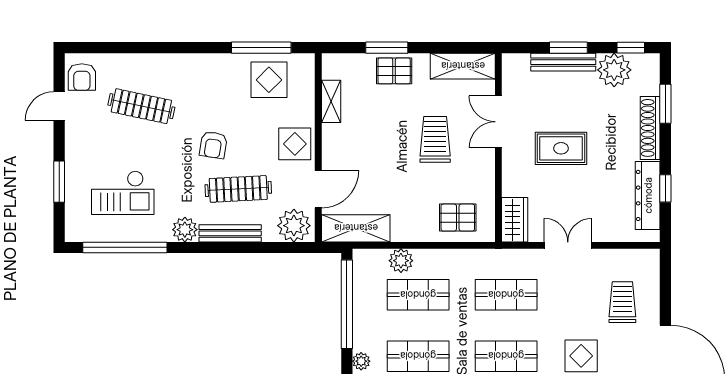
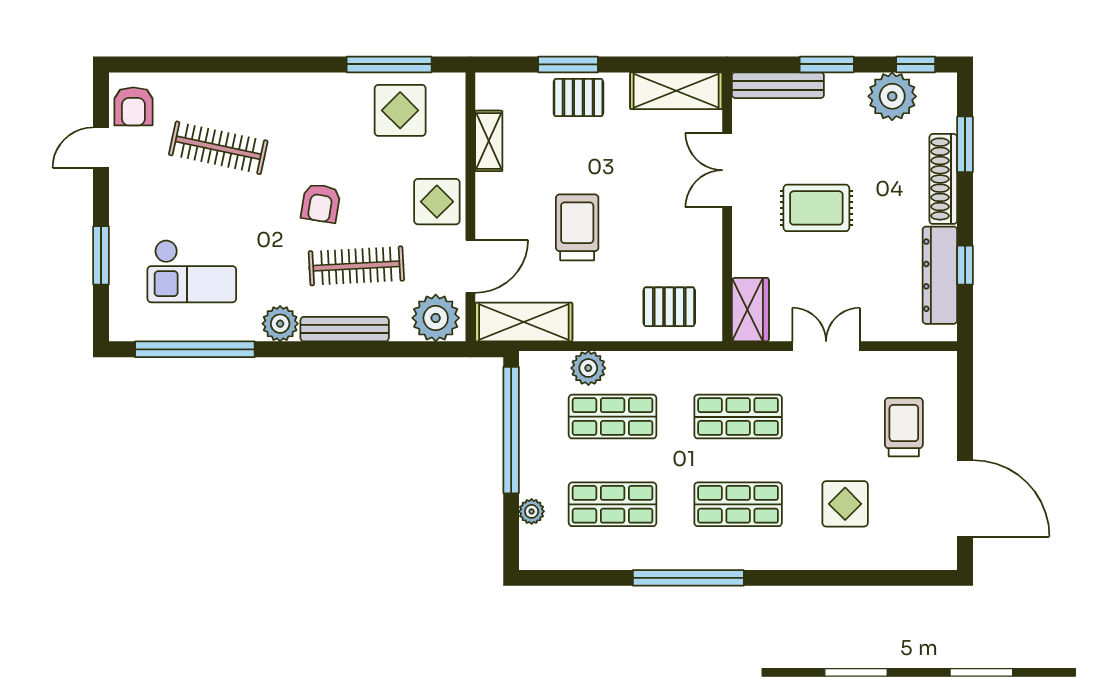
bench: (563, 62) -> (778, 85), moved
trolley: (435, 139) -> (577, 227), moved

